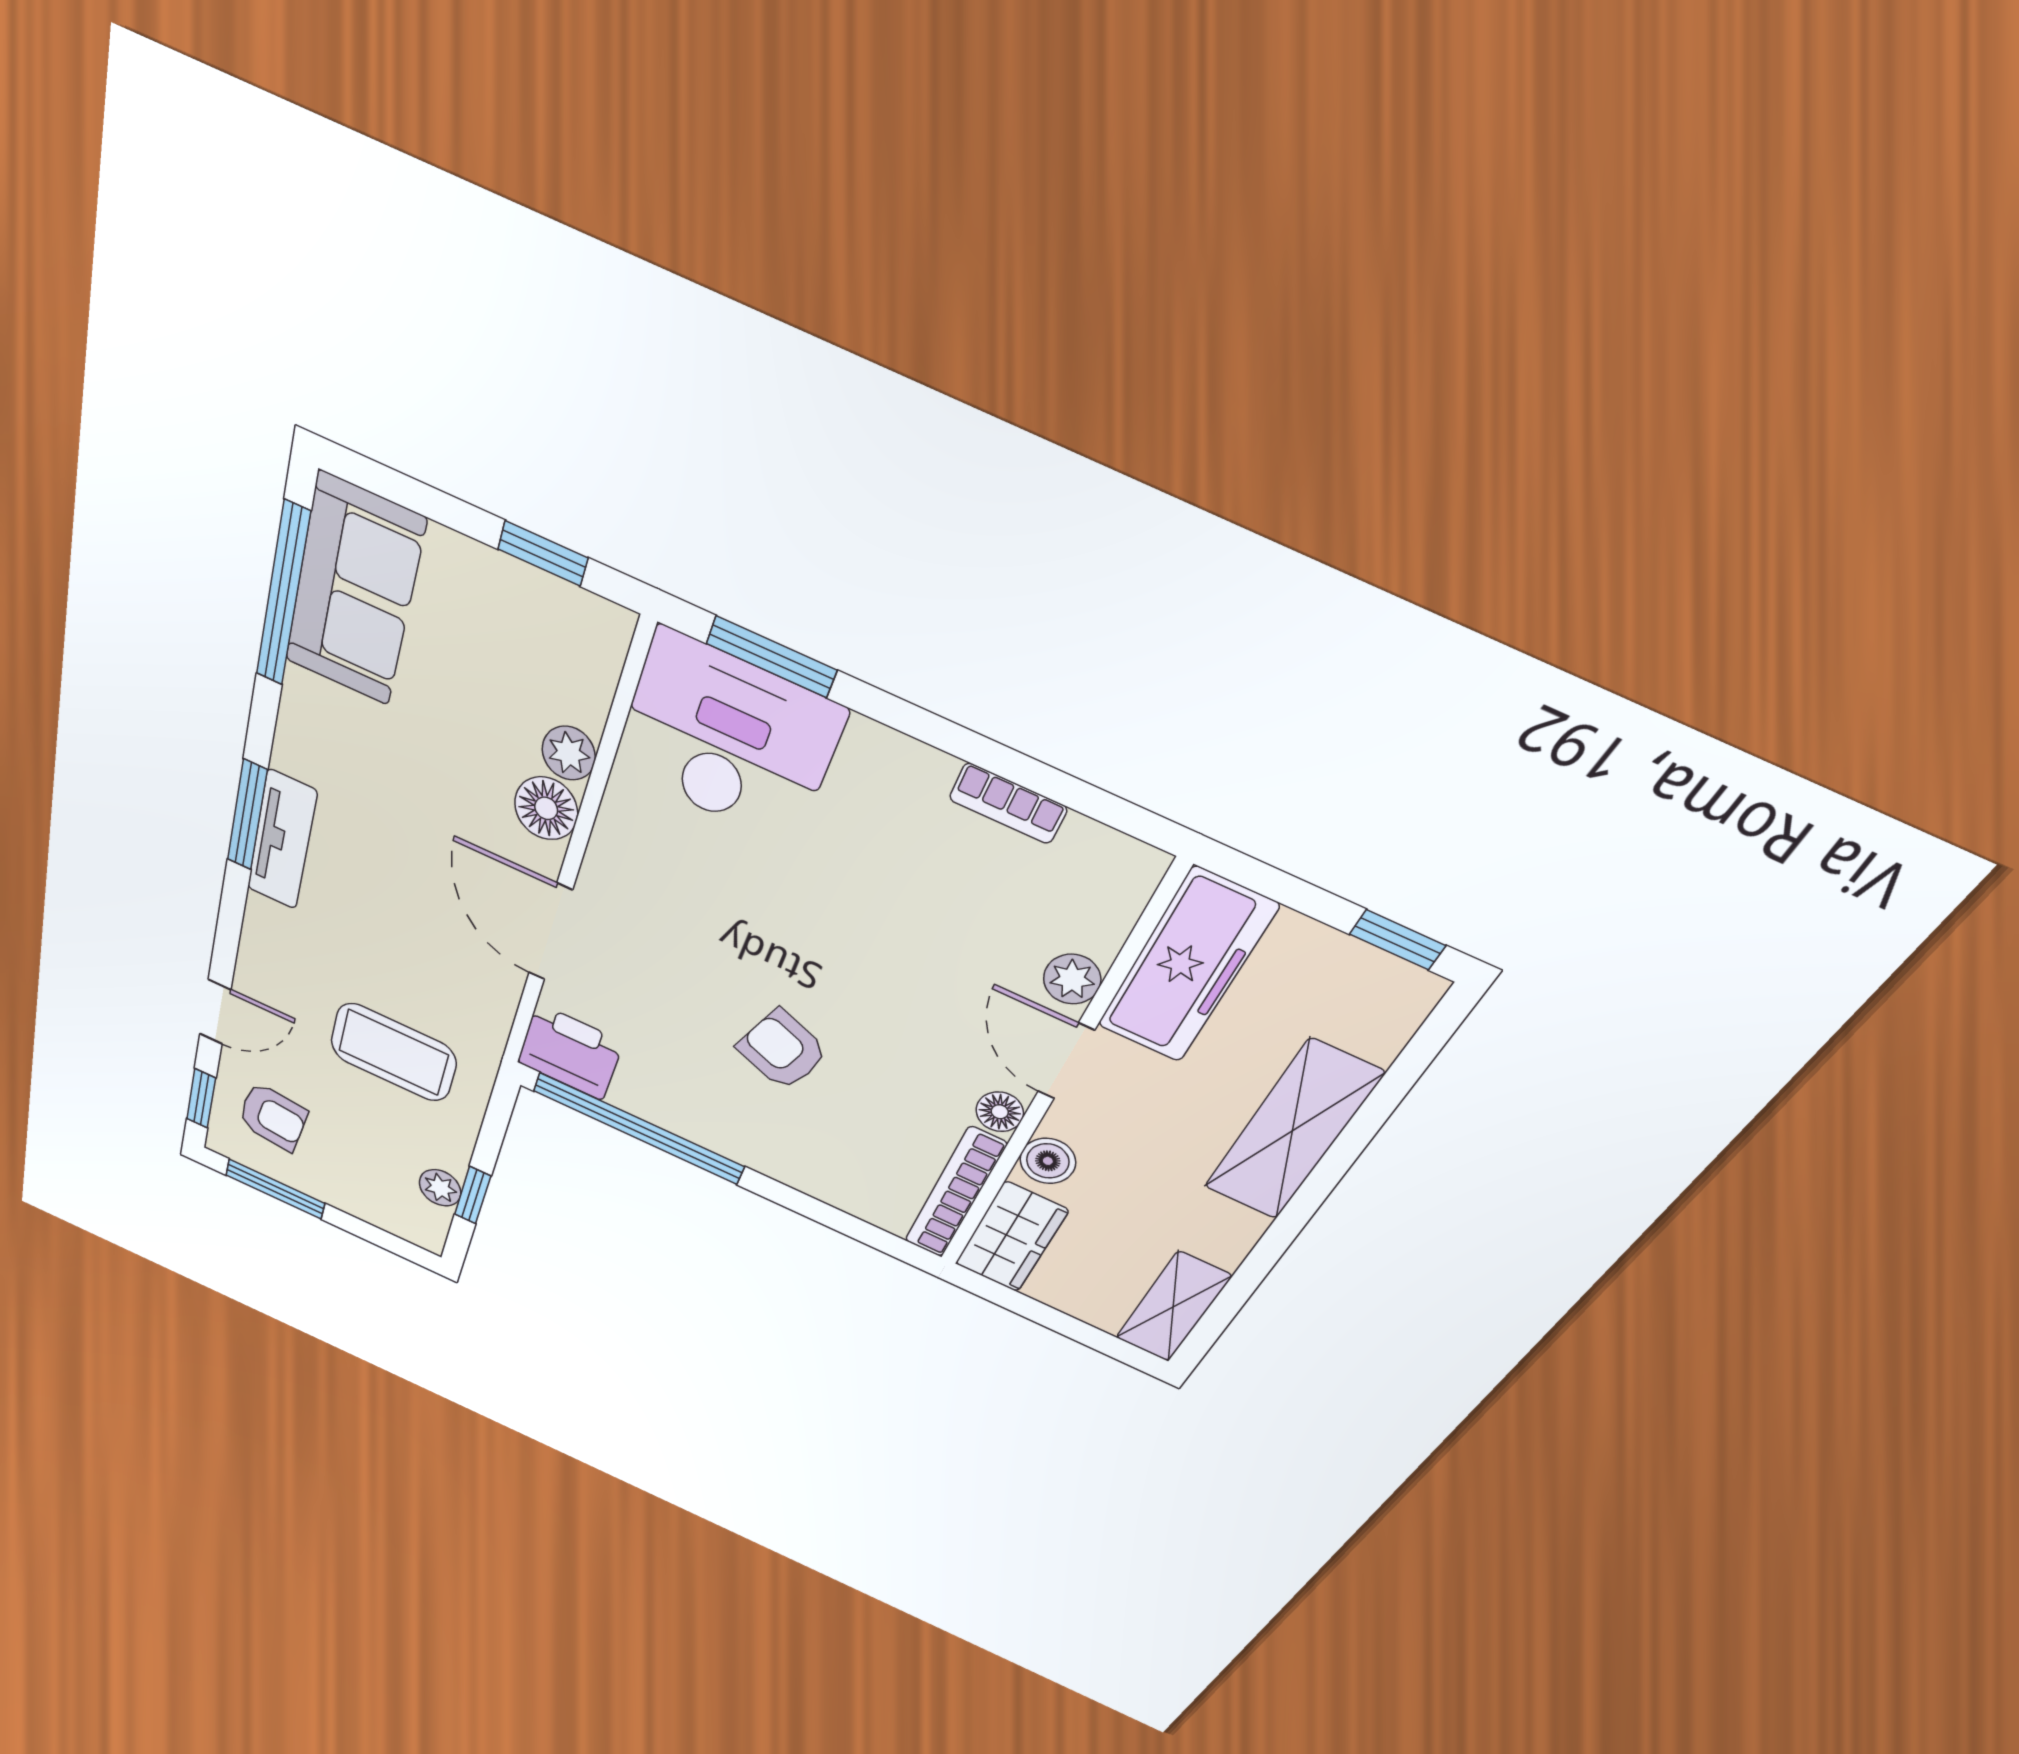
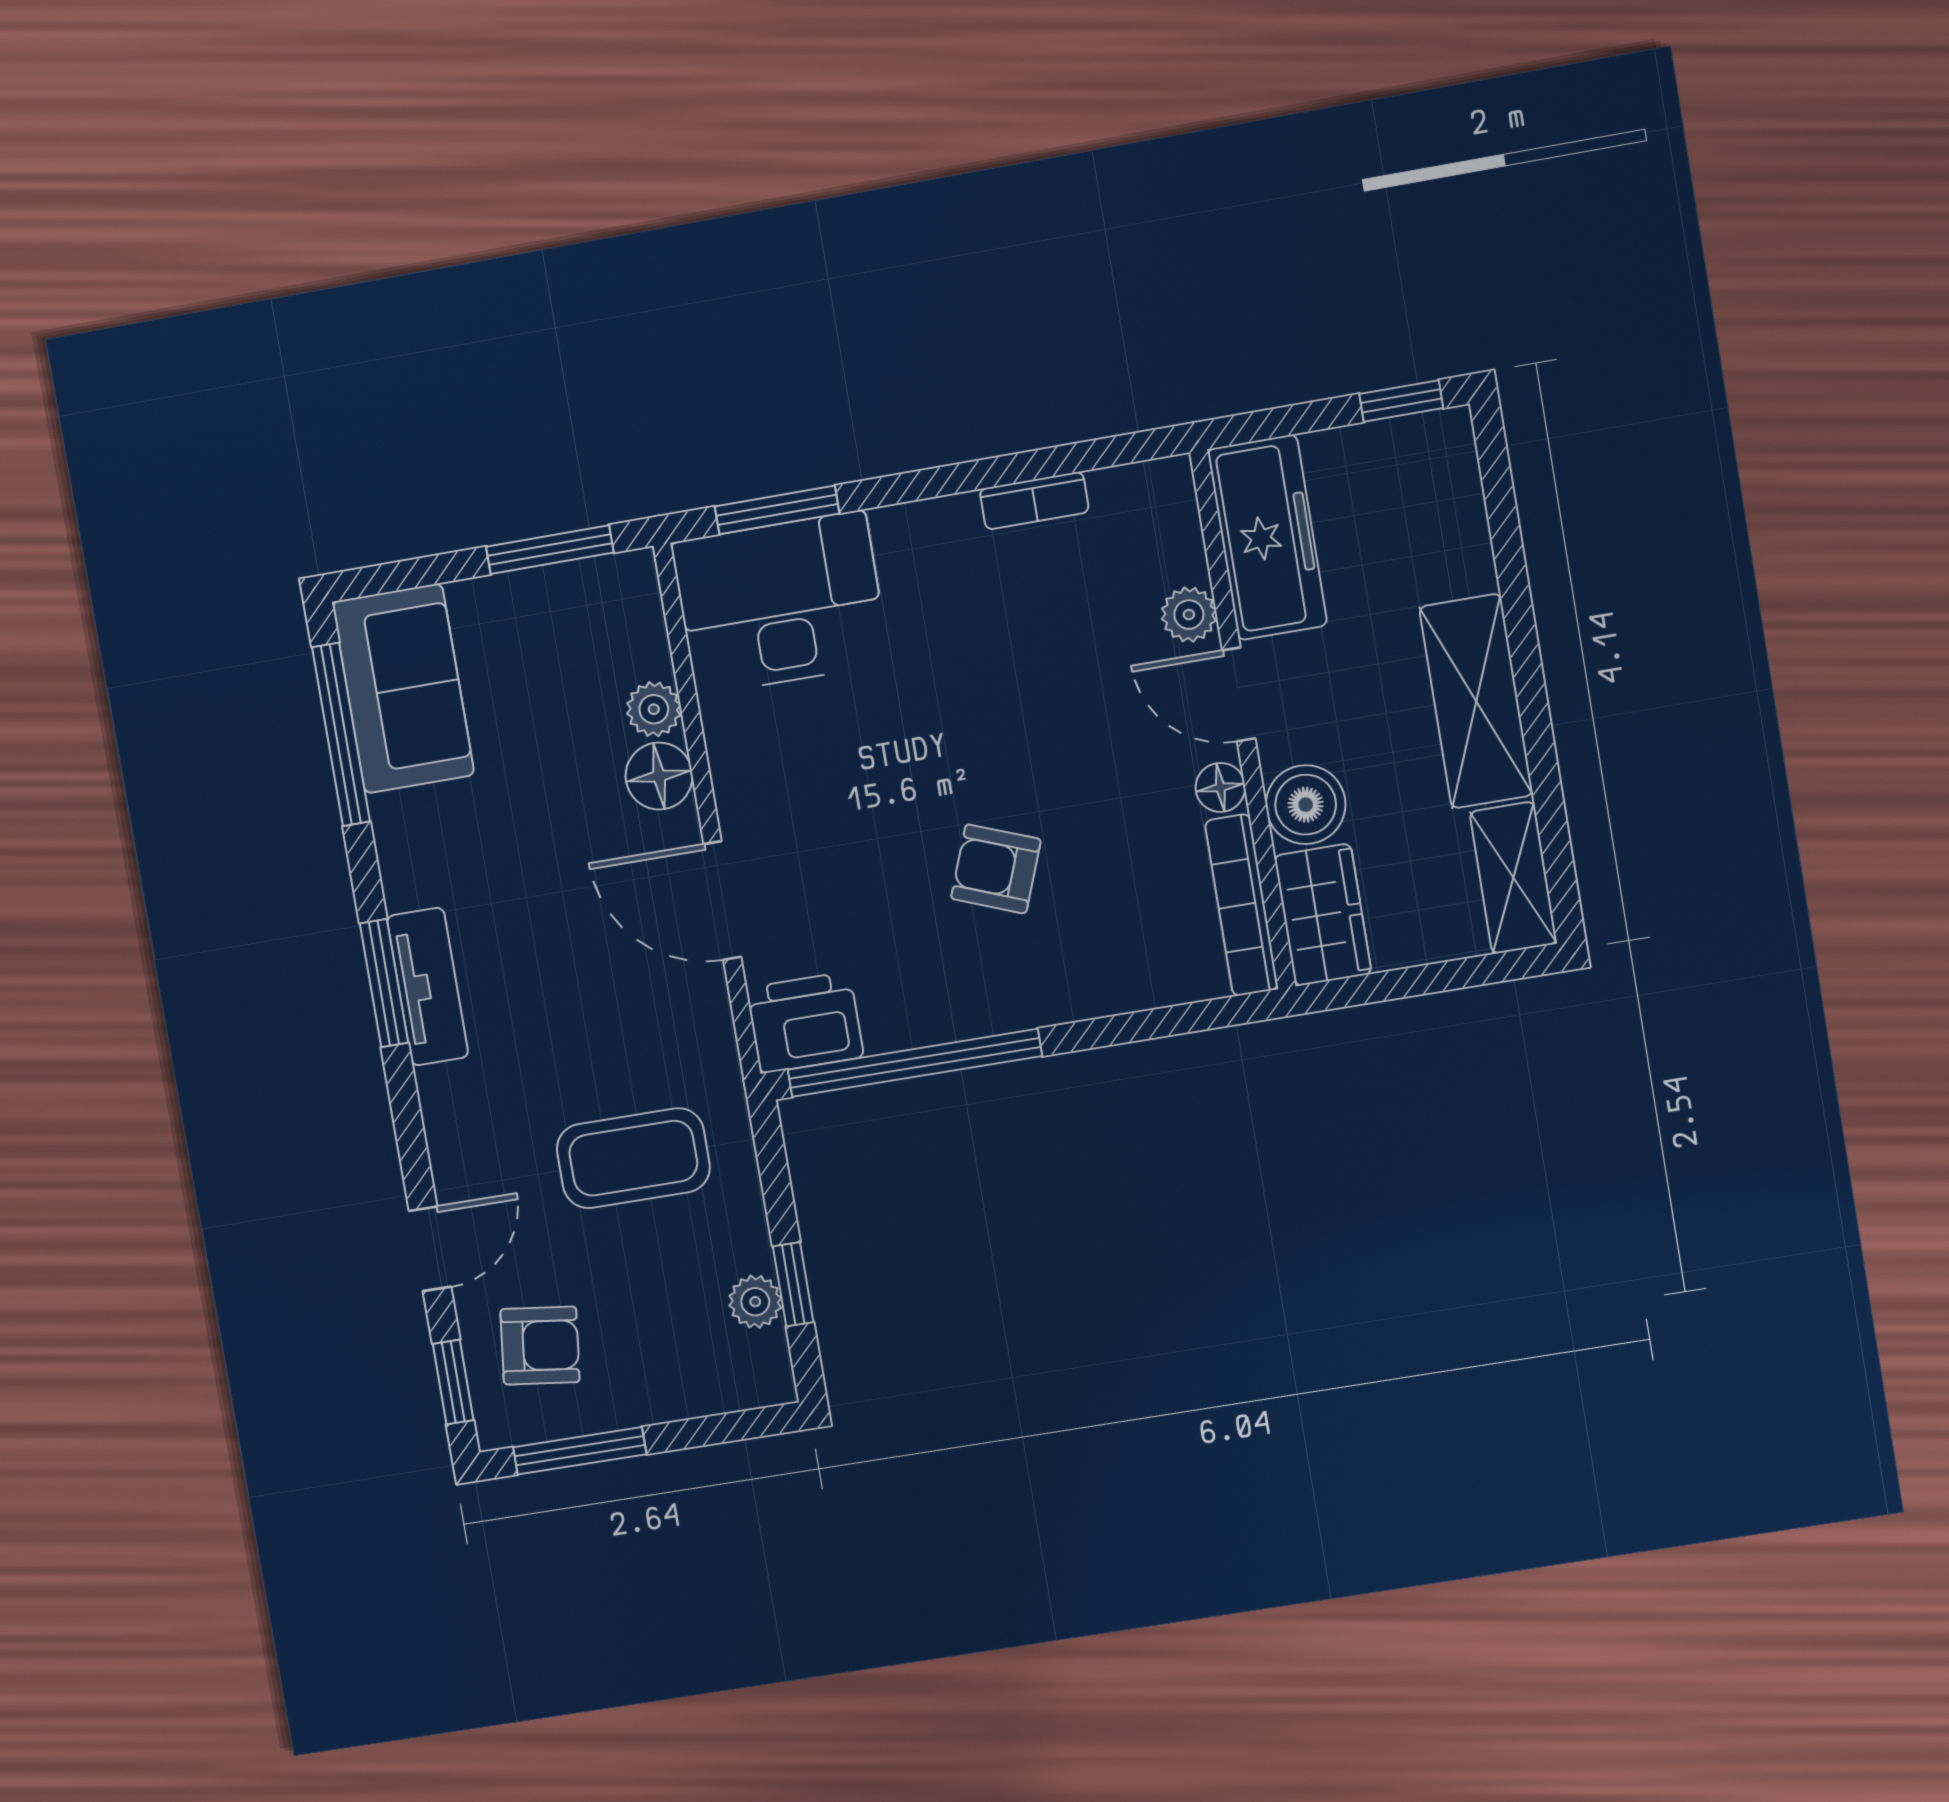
window: (543, 553) -> (550, 550), width x1.50
shelving: (1292, 1131) -> (1476, 701), moved
boiler: (1048, 1161) -> (1306, 805), width x1.36, depth x1.36

